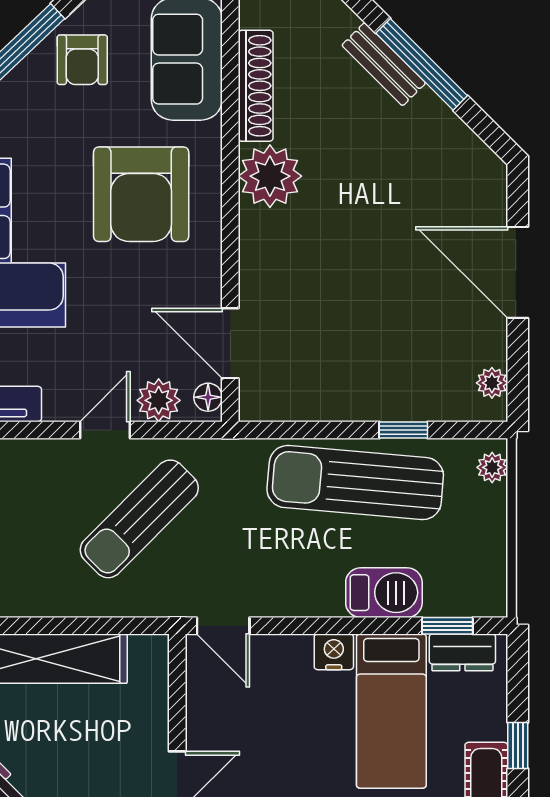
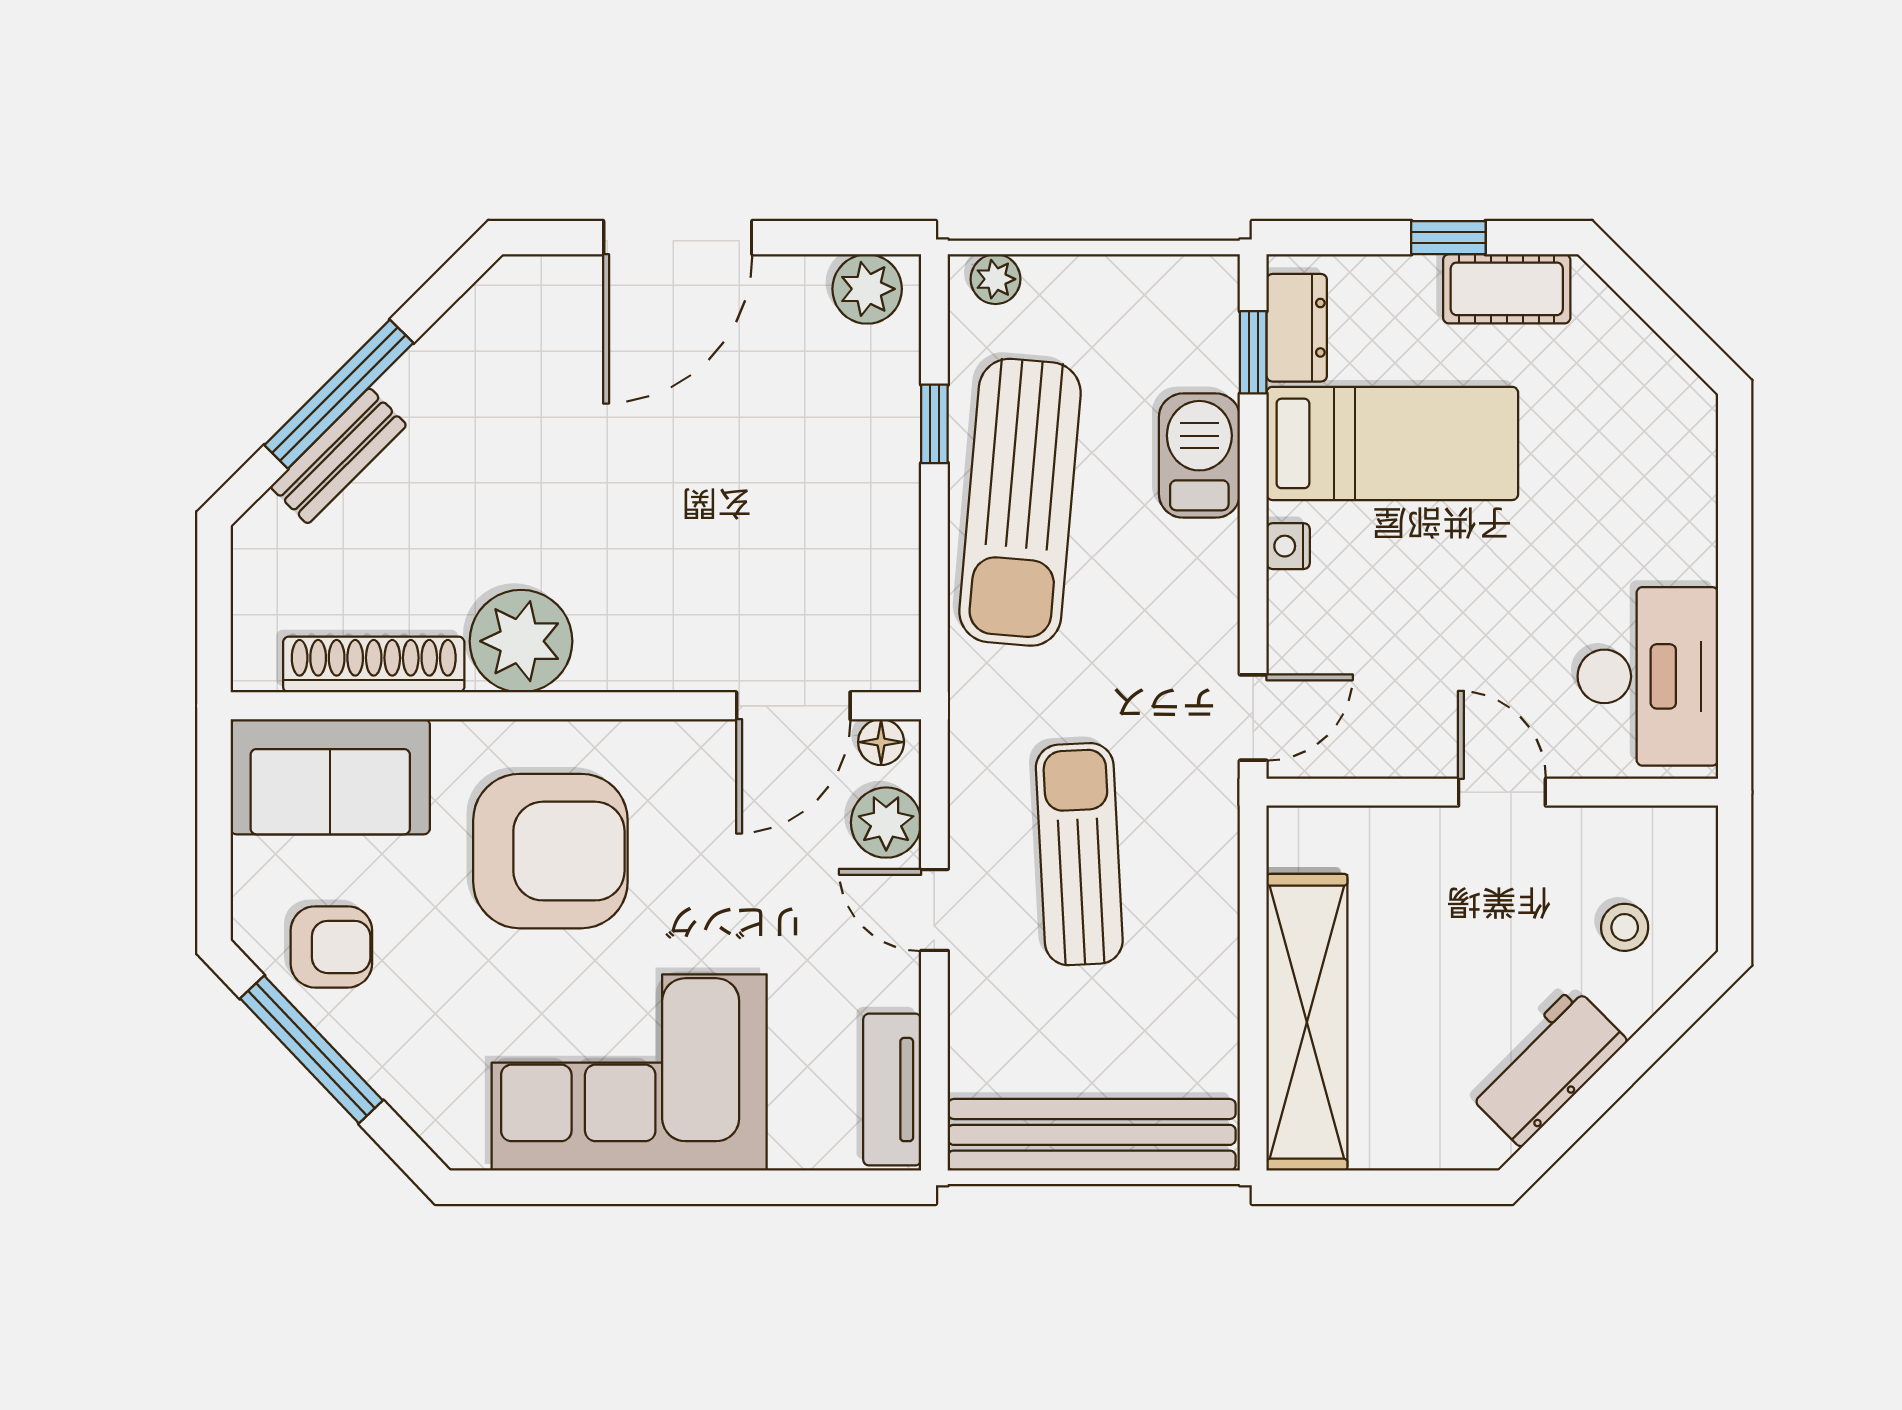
plant: (492, 383) -> (867, 289), width x1.38, depth x1.38
sun lounger: (139, 519) -> (1079, 854), turned -138
nightstand: (334, 652) -> (1288, 546), width x0.72, depth x0.74

